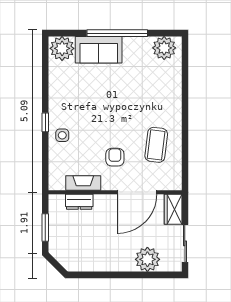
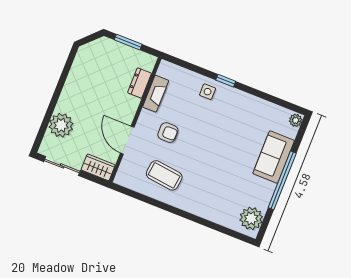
plant: (62, 48) -> (296, 120), width x0.53, depth x0.53
door: (137, 192) -> (127, 140), width x0.73

